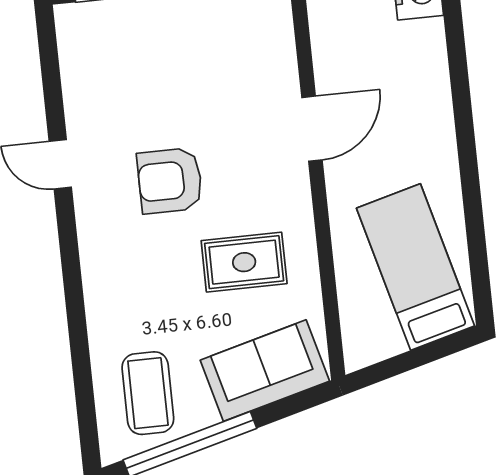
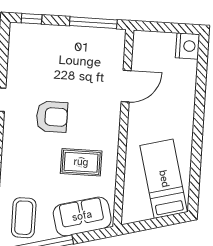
door: (312, 129) -> (126, 86), moved
armchair: (170, 181) -> (52, 117), turned 180

